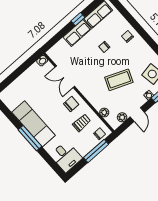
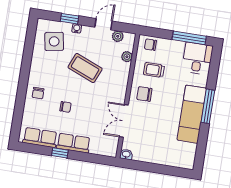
double door: (65, 77) -> (124, 121), swing flipped
window: (96, 151) -> (189, 38), moved

